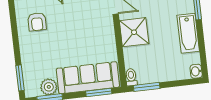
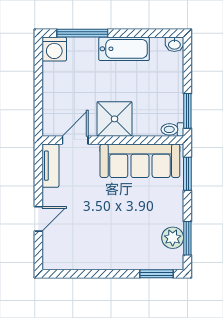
armchair: (37, 22) -> (86, 243), removed
sofa: (88, 78) -> (140, 161), moved, turned -90

